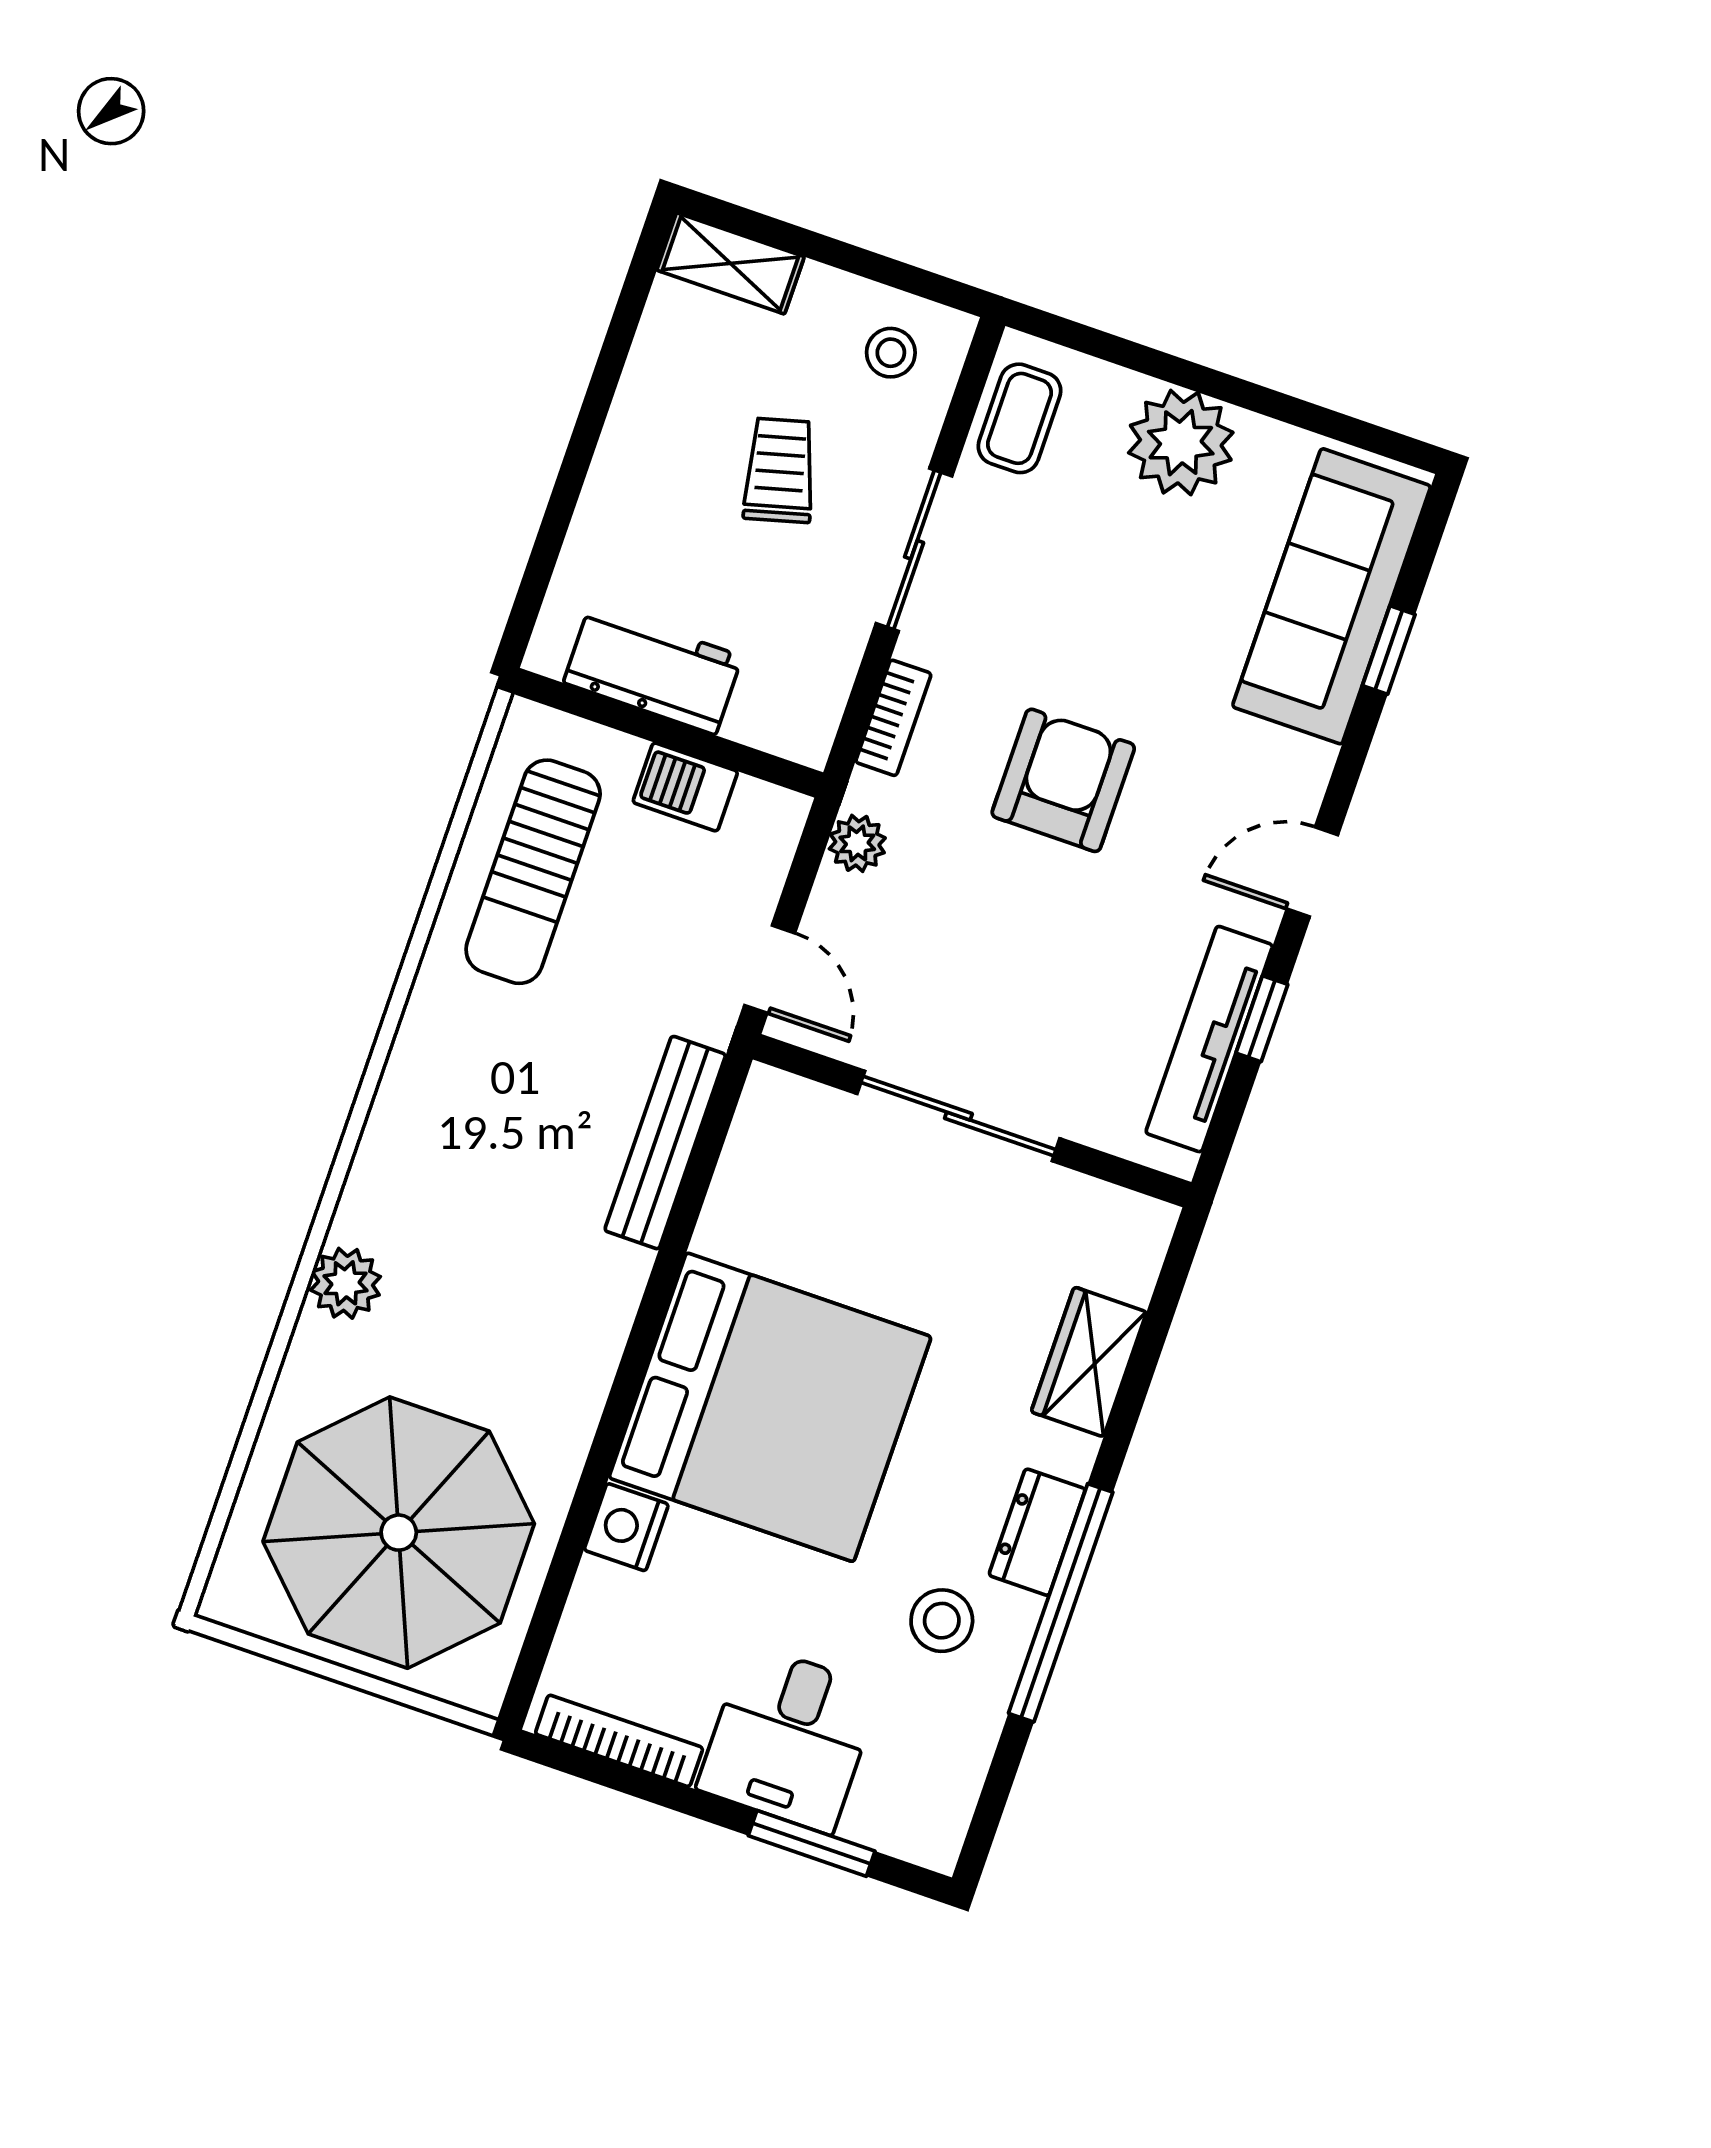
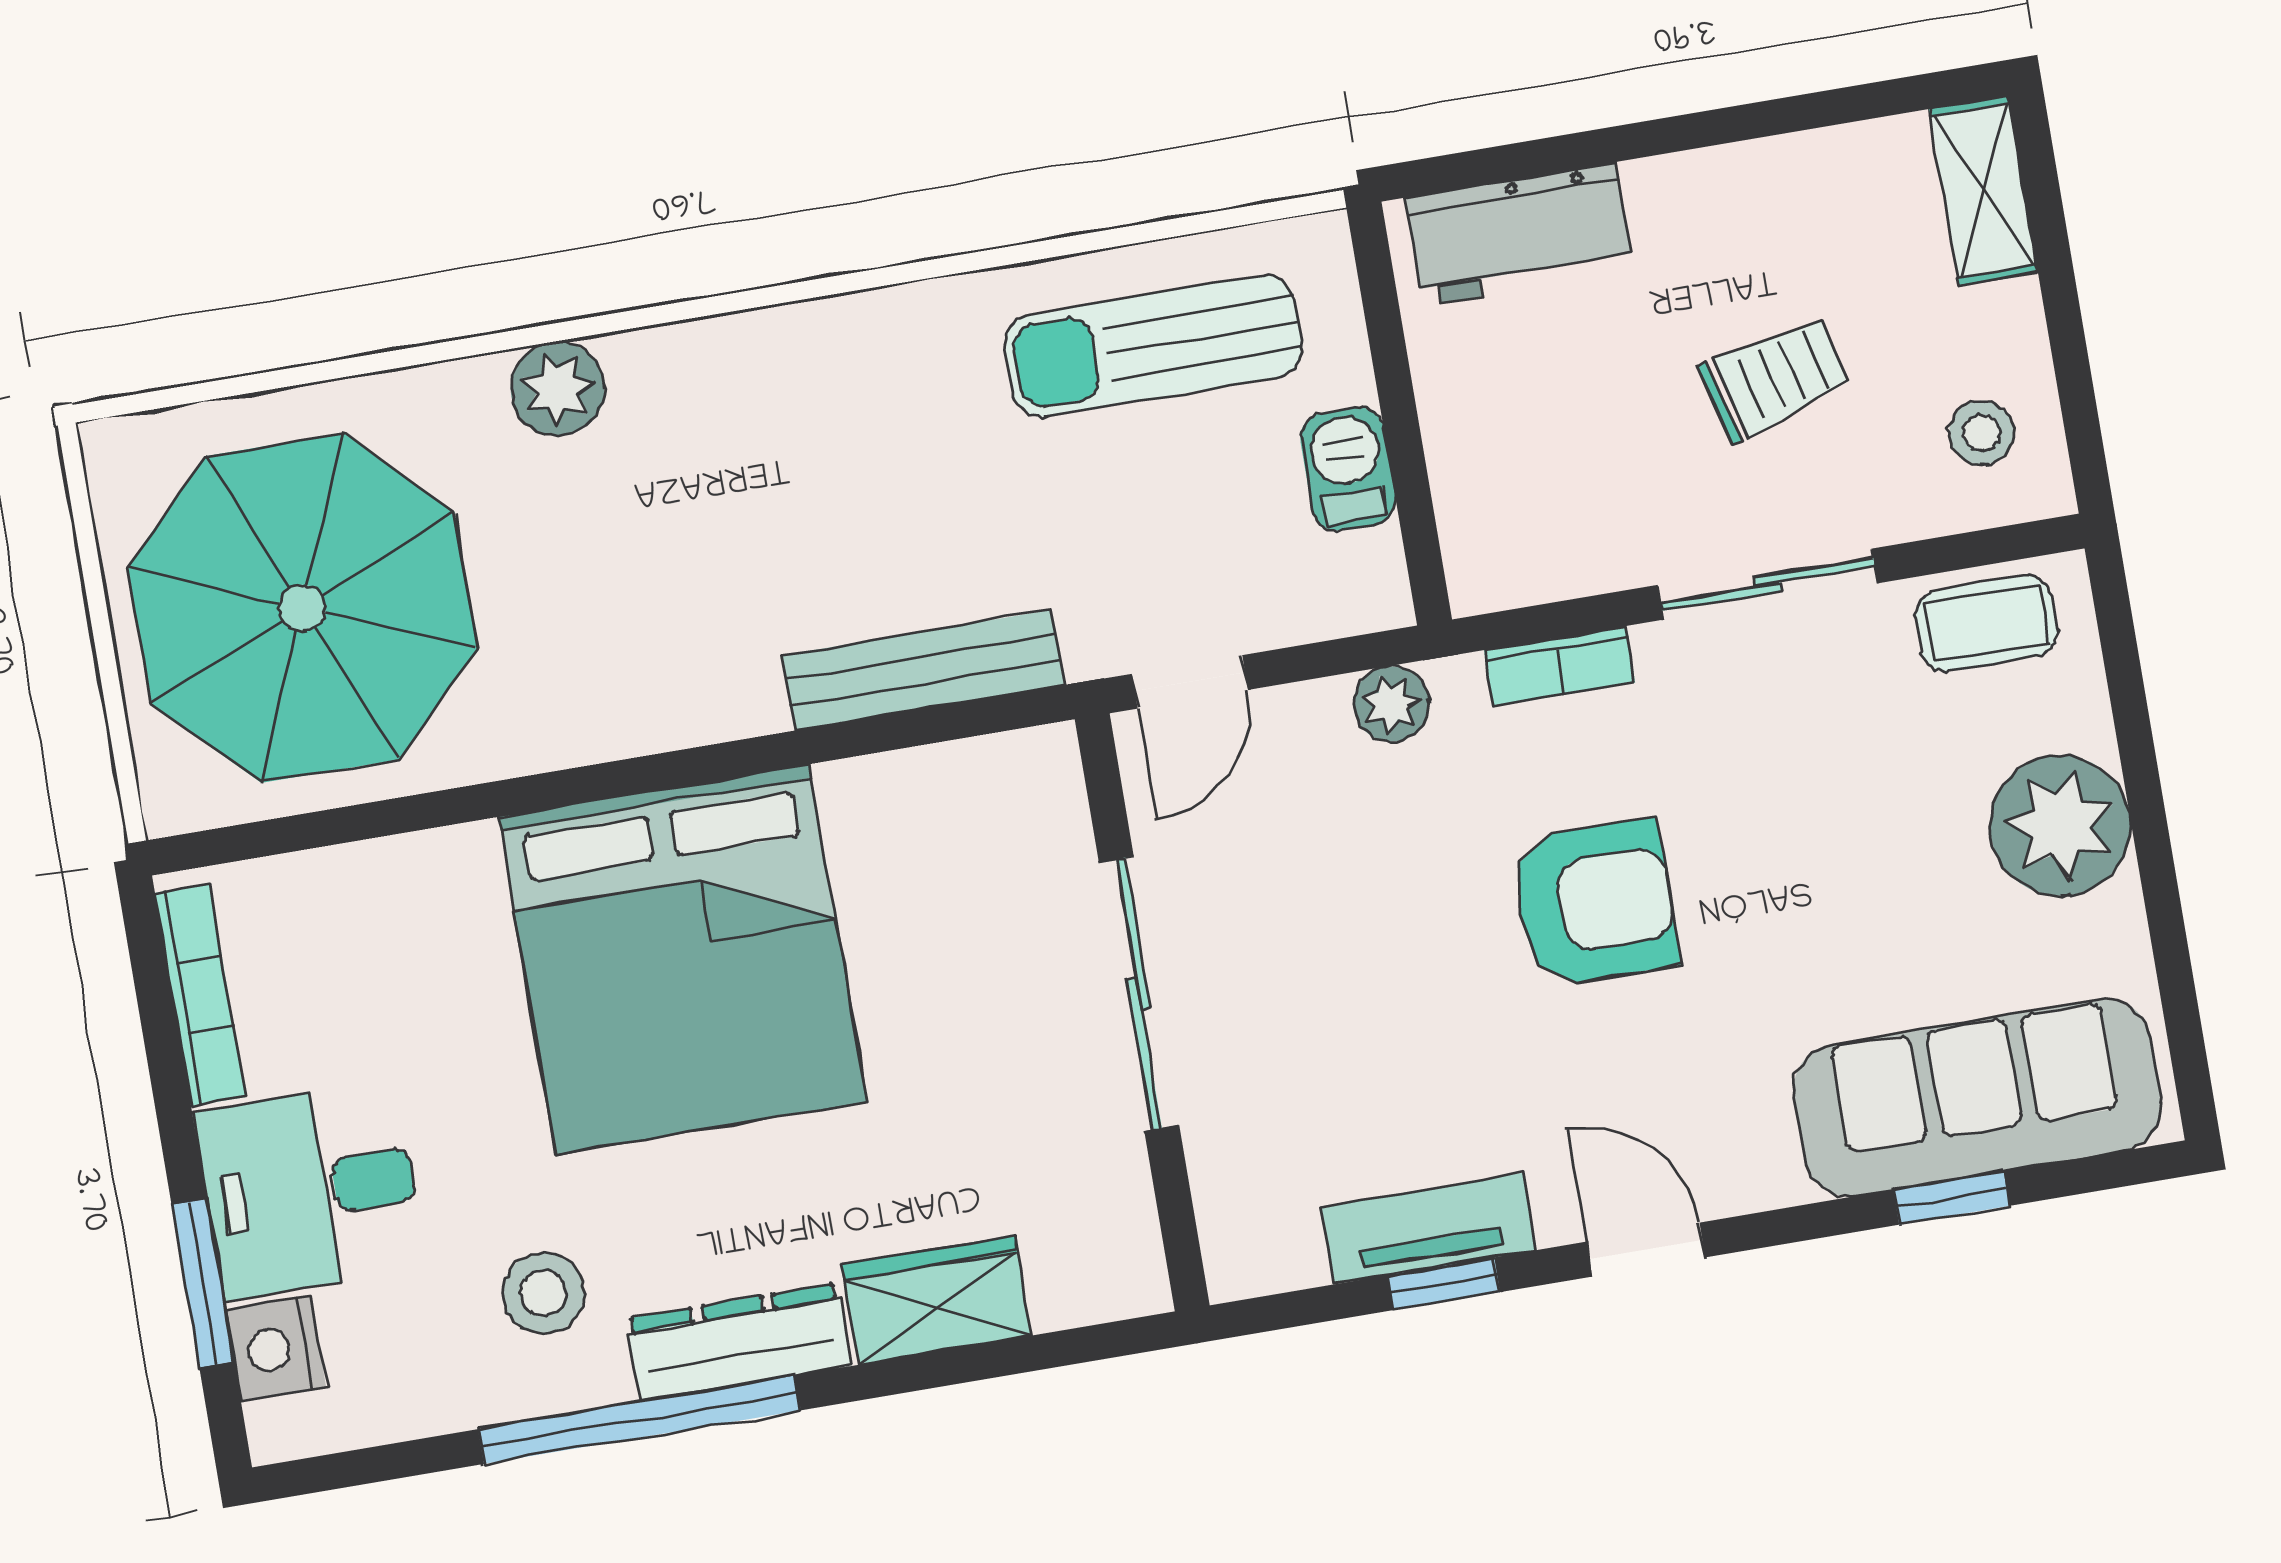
workbench: (653, 670) -> (1520, 234), moved, turned 90
tv unit: (1209, 1039) -> (1428, 1229), width x0.71
nightstand: (626, 1527) -> (276, 1348), moved, turned -90
dresser: (1037, 1532) -> (739, 1342), width x1.44

